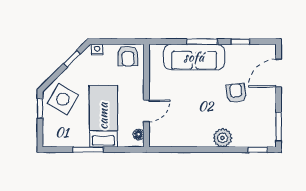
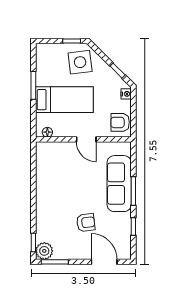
side table: (63, 99) -> (80, 62), turned -38
door: (146, 111) -> (86, 139), moved
plant: (223, 138) -> (44, 251), moved

